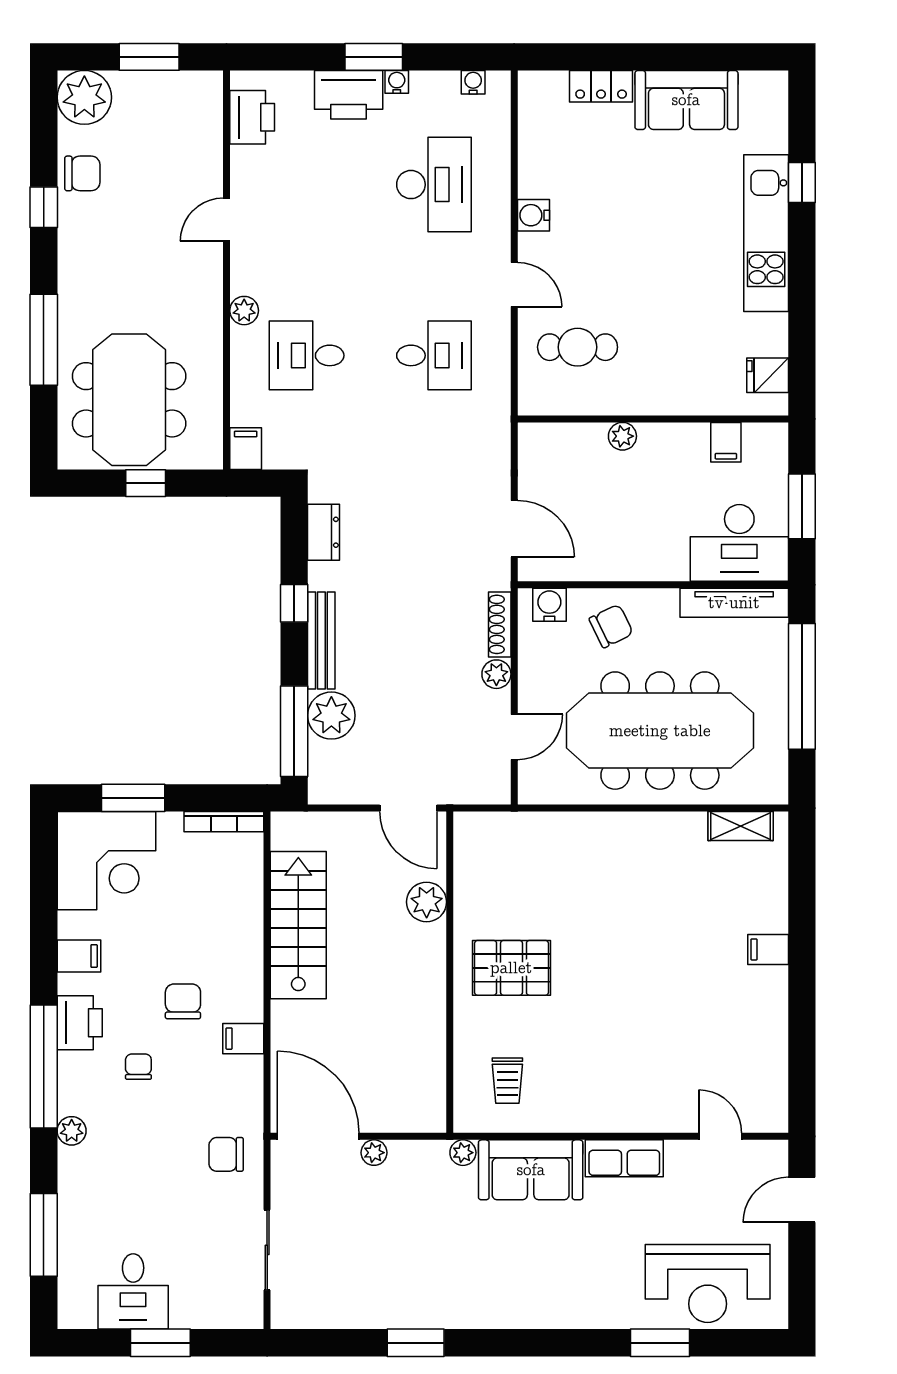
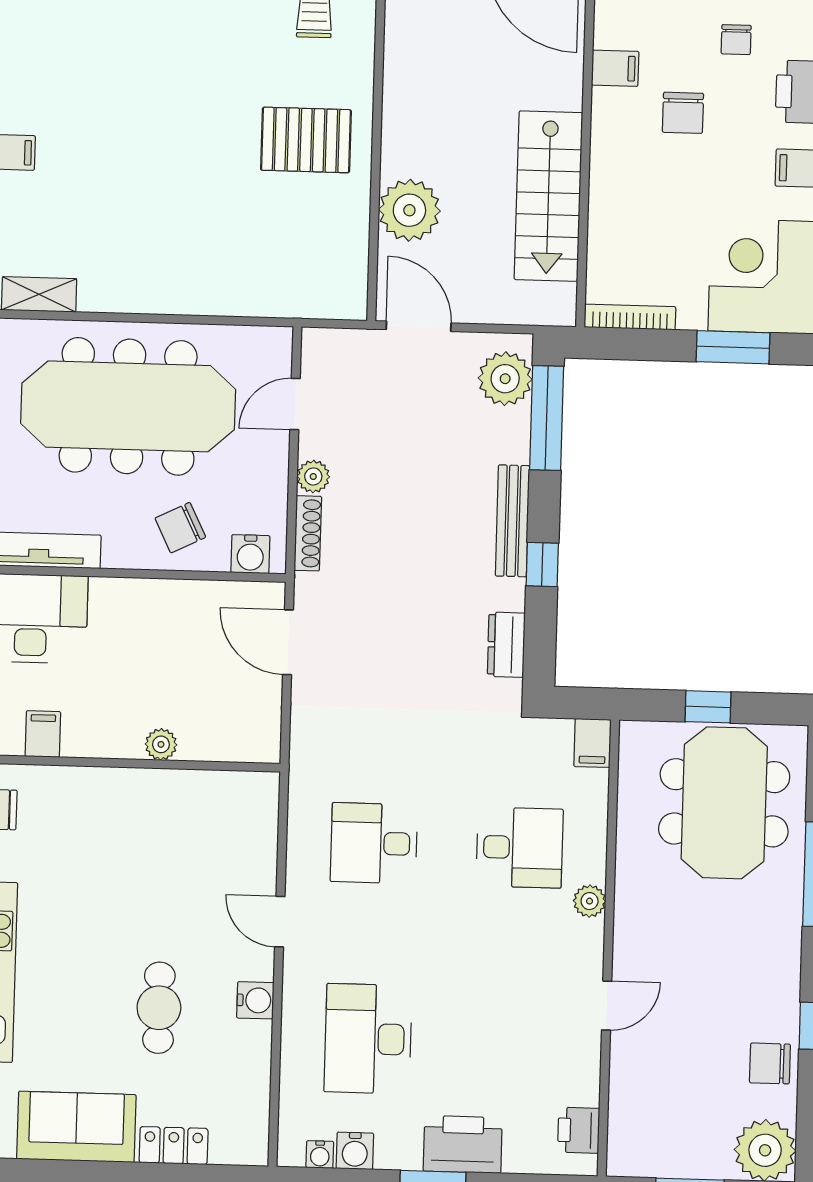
water cooler: (397, 82) -> (355, 1151), moved, width x1.38, depth x1.38
printer: (252, 117) -> (579, 1130), width x0.73, depth x0.81
cafe table: (578, 347) -> (159, 1008), moved, turned 90
plant: (331, 716) -> (505, 379), moved
plant: (427, 902) -> (409, 210), width x1.36, depth x1.36

